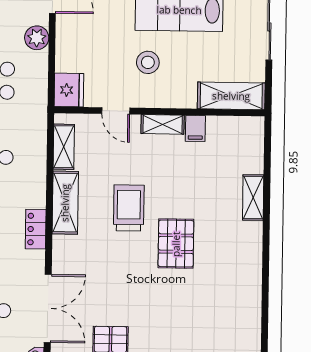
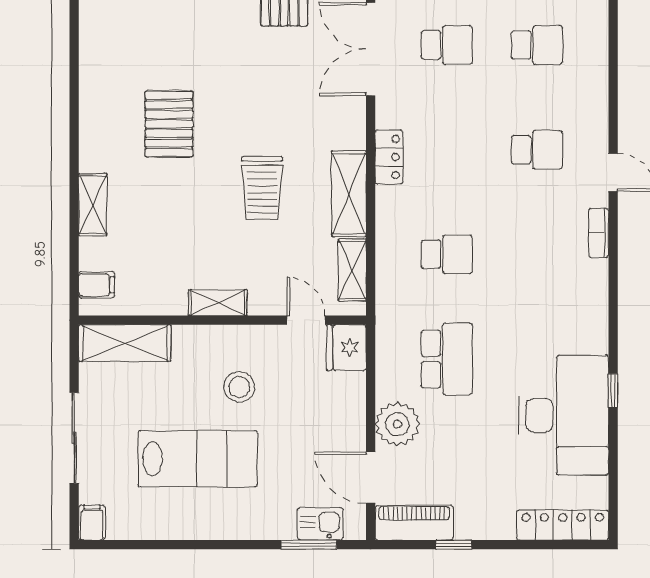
plant: (37, 38) -> (397, 424), width x1.36, depth x1.36
door: (116, 111) -> (306, 320), moved
filing cabinet: (195, 128) -> (97, 285), moved, turned 90
pallet: (176, 244) -> (169, 124), moved

